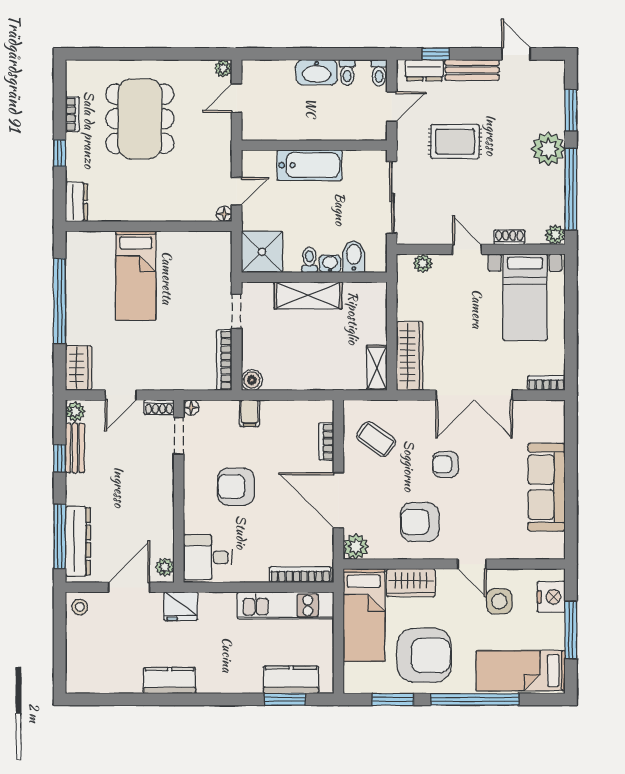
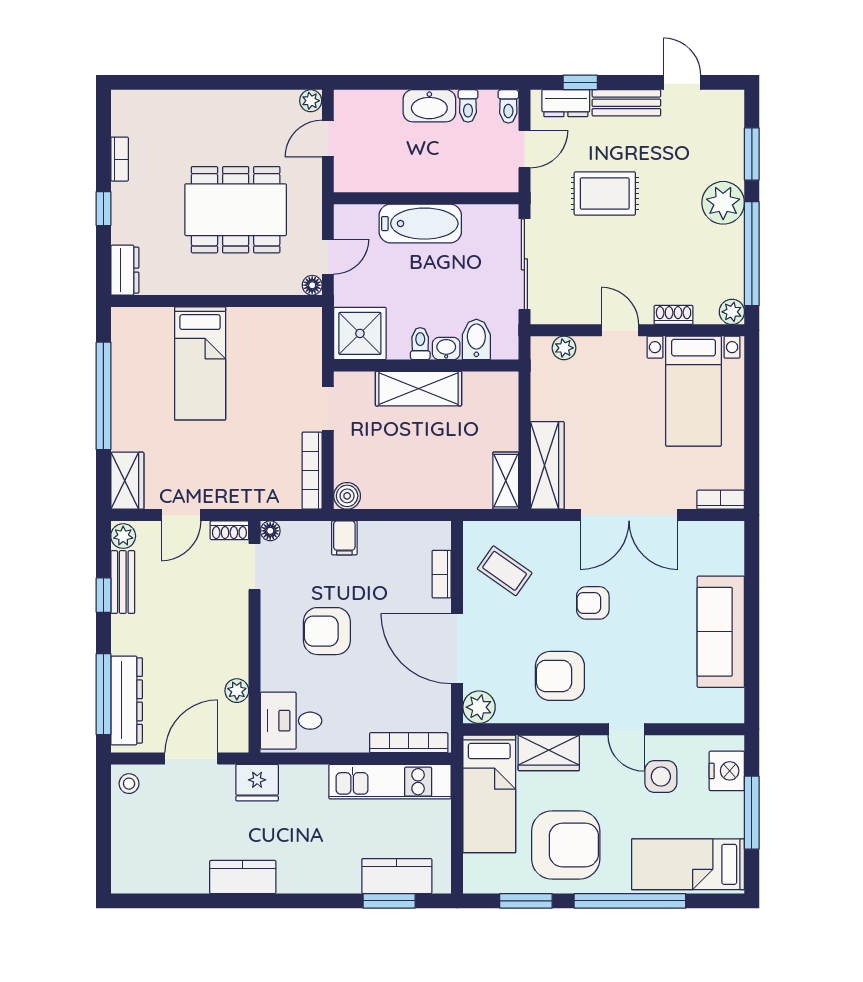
dining table: (140, 119) -> (236, 210), moved, turned 90
plant: (165, 567) -> (237, 691), moved

